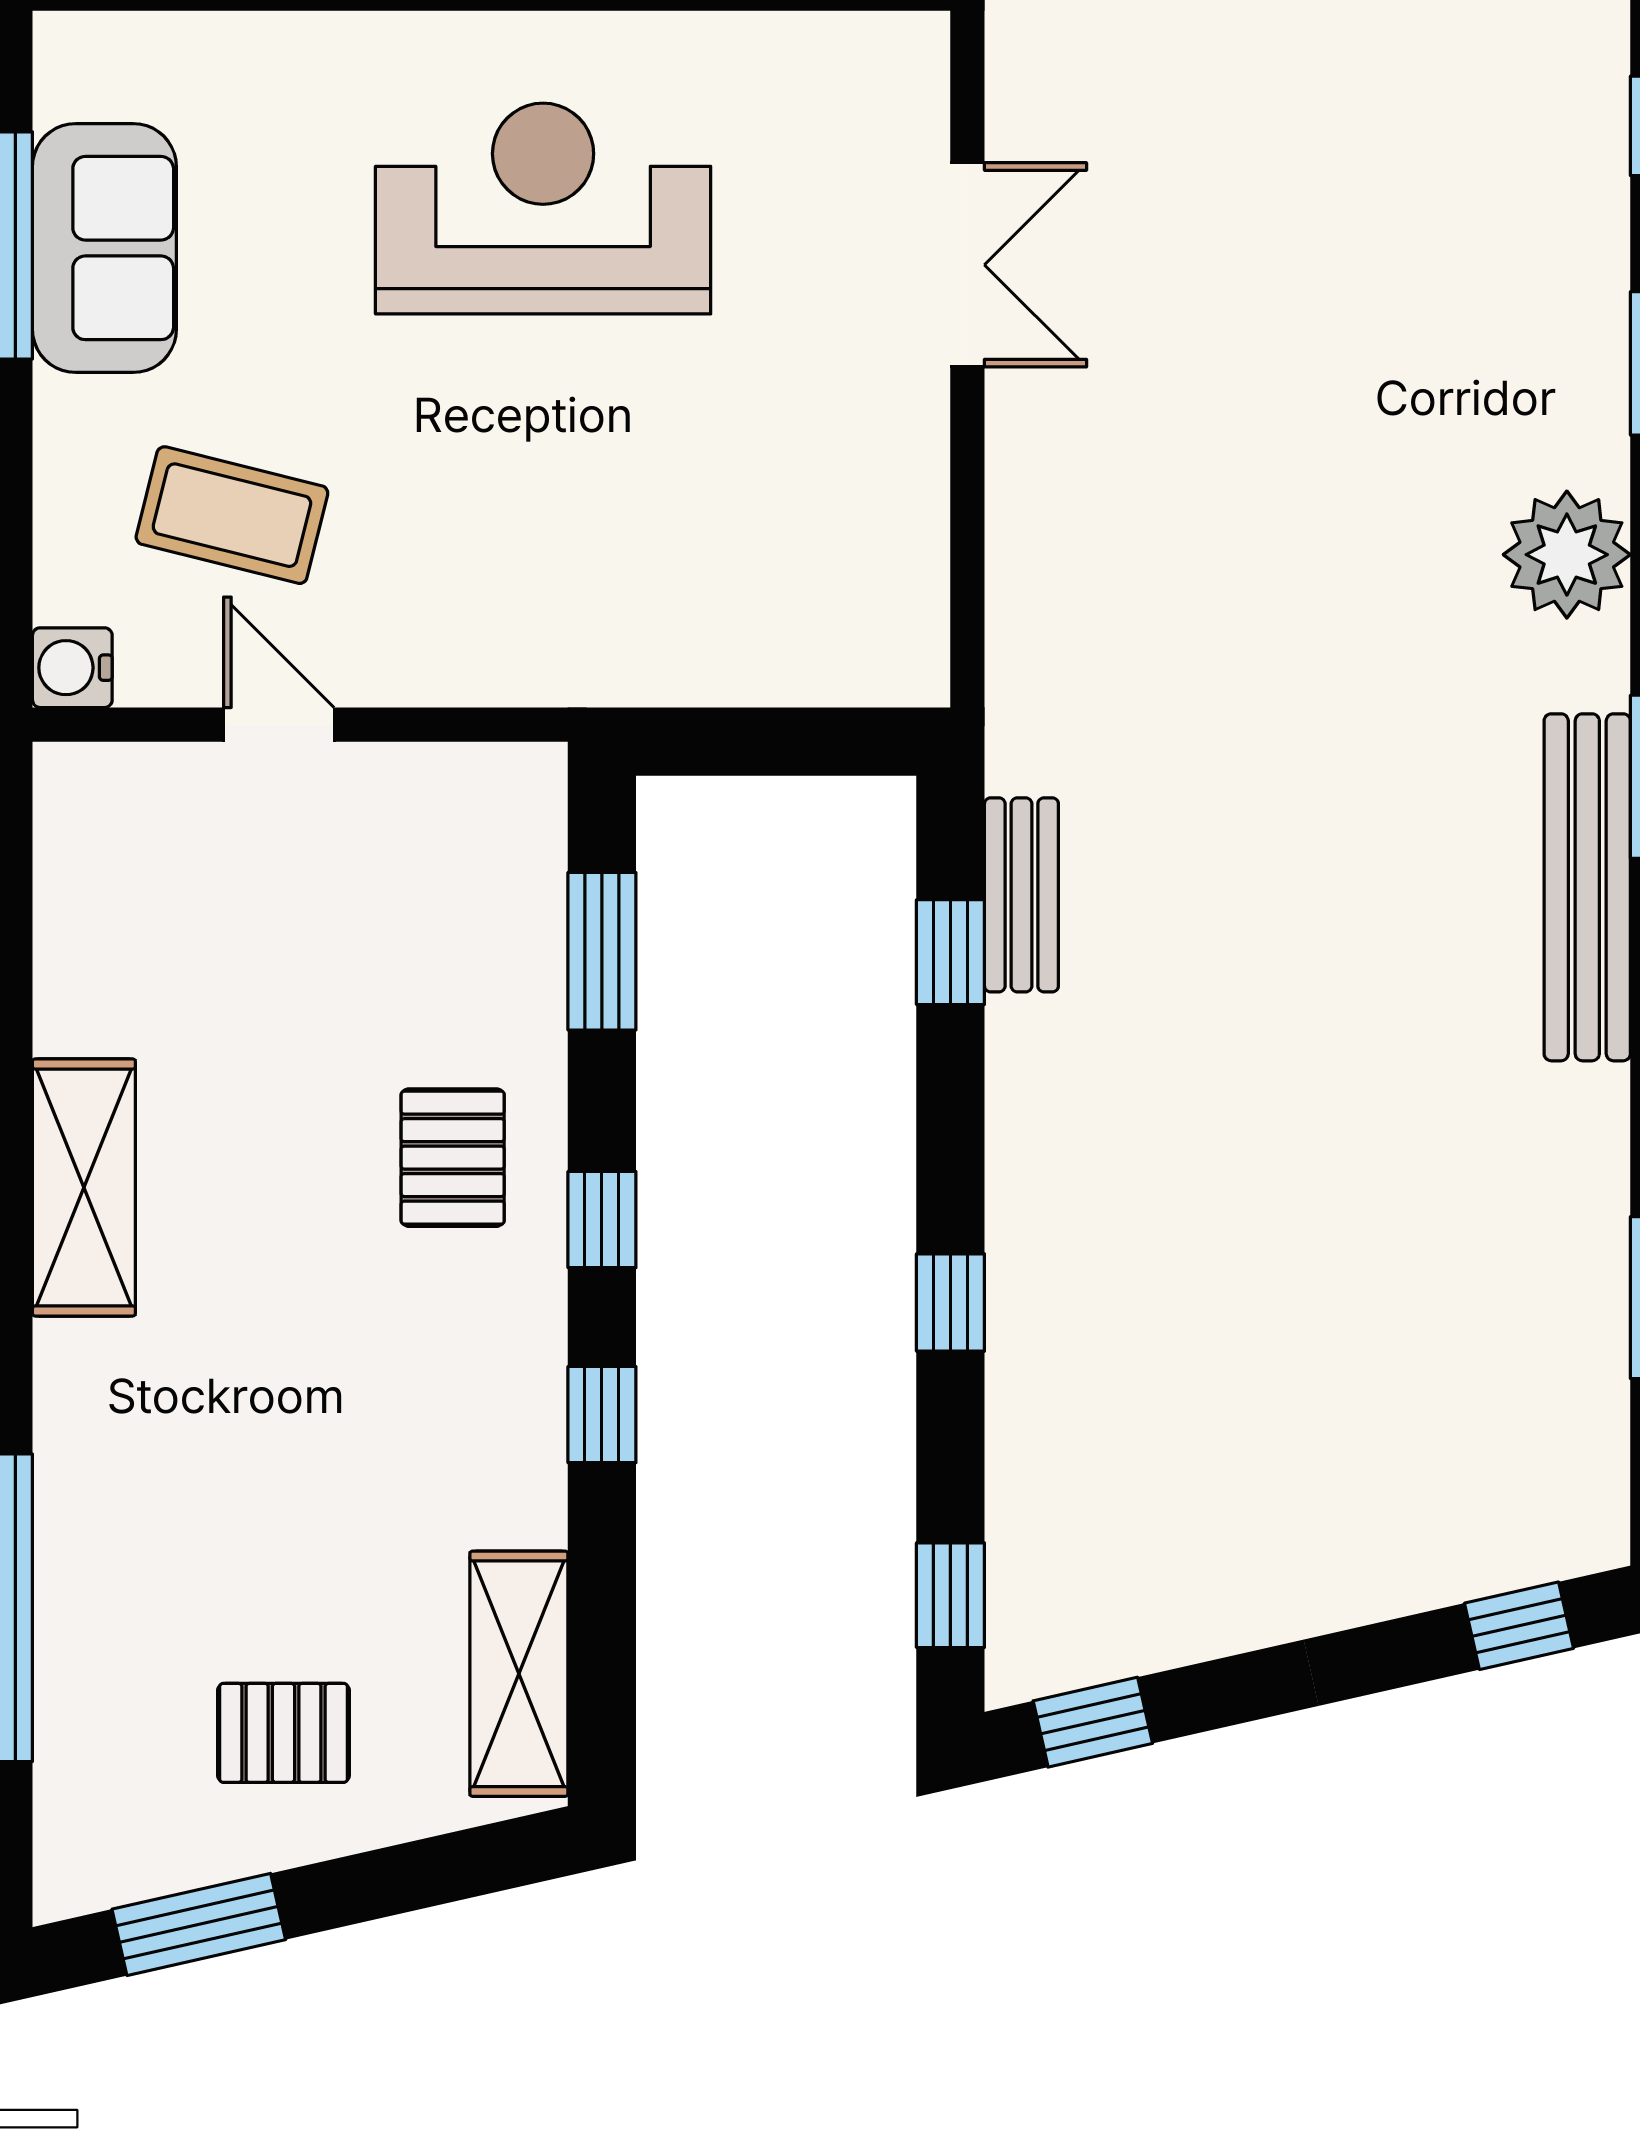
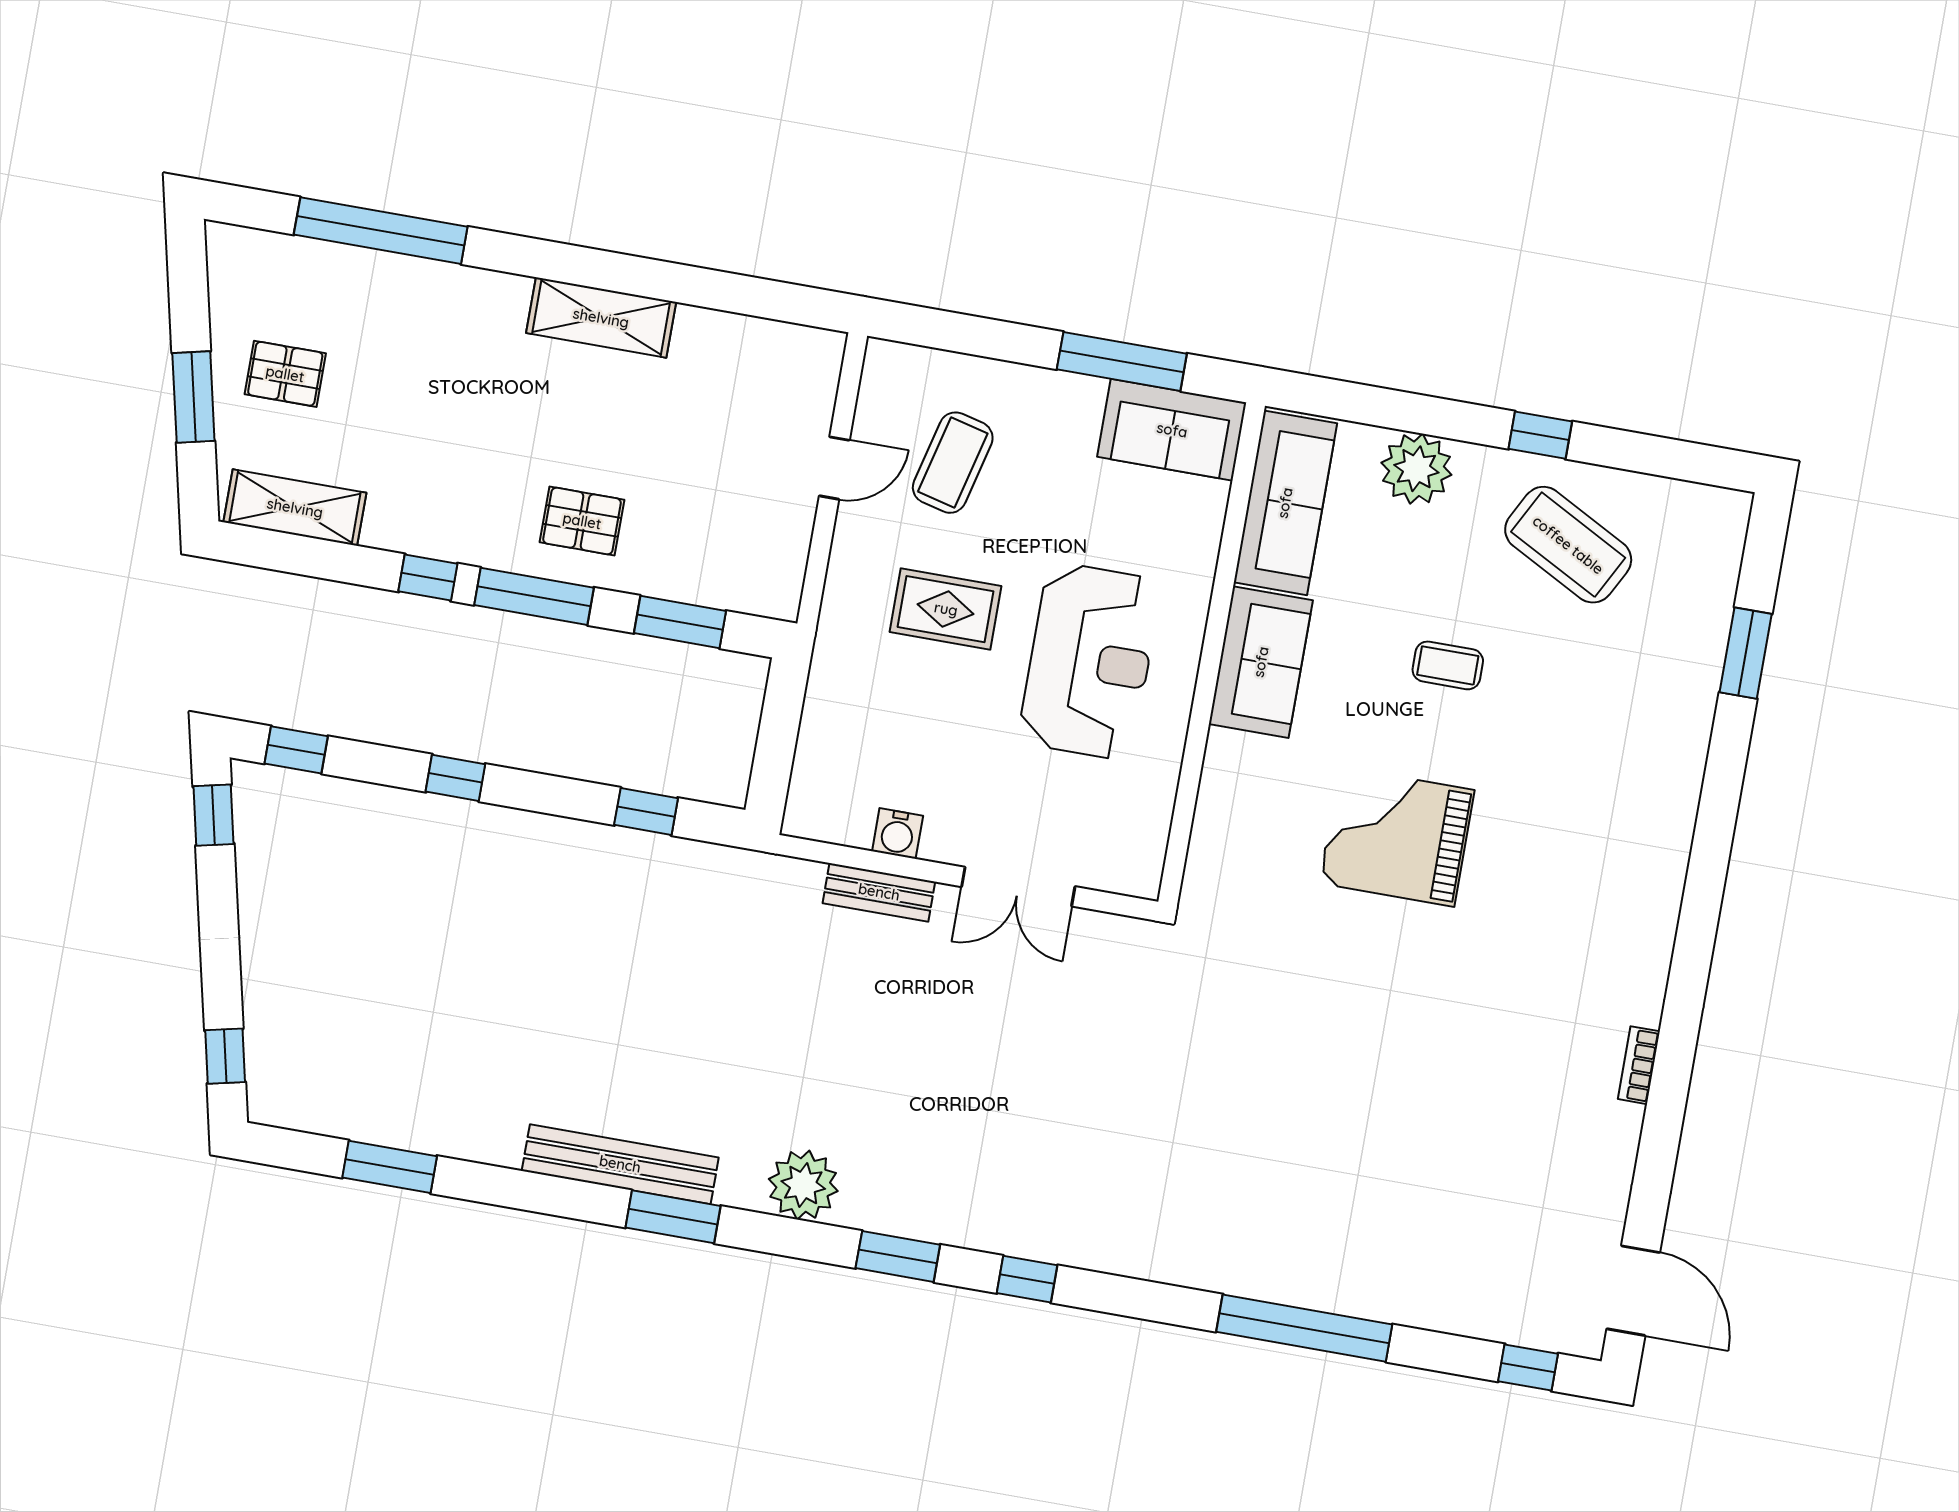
sofa: (104, 248) -> (1172, 430), moved
rug: (495, 482) -> (946, 609), added
water cooler: (72, 668) -> (898, 833), moved, turned 180
bench: (1021, 895) -> (879, 892), moved
window: (602, 1220) -> (534, 596), width x2.17
pallet: (283, 1733) -> (285, 374), turned 90
window: (199, 1924) -> (193, 397), moved

